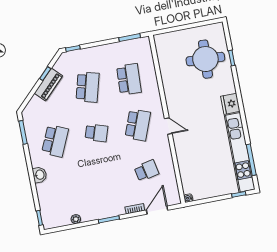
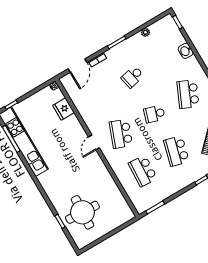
fridge: (230, 104) -> (63, 109), moved, turned 180
door: (168, 126) -> (94, 142), hinge flipped
school desk: (147, 171) -> (133, 77), moved
washbasin: (40, 175) -> (186, 51), moved

